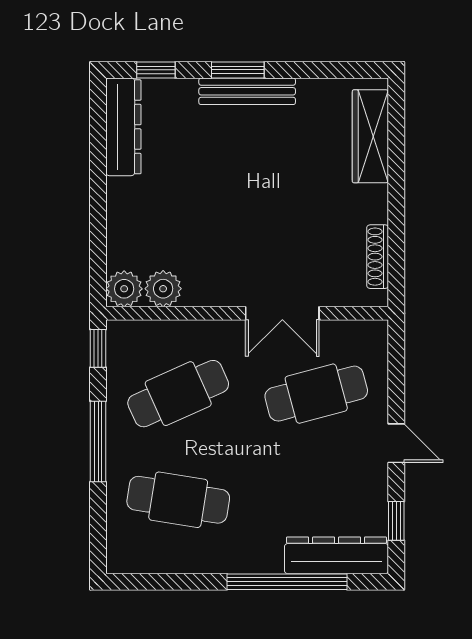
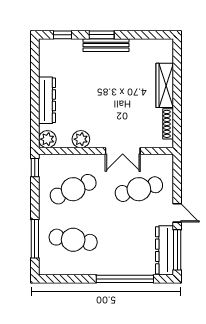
dresser: (123, 127) -> (47, 100), moved
wardrobe: (370, 136) -> (165, 85), moved
plant: (163, 289) -> (81, 139), moved
window: (98, 441) -> (35, 239), moved
window: (396, 521) -> (177, 250), width x2.17
dresser: (337, 555) -> (164, 250), moved, turned -90

